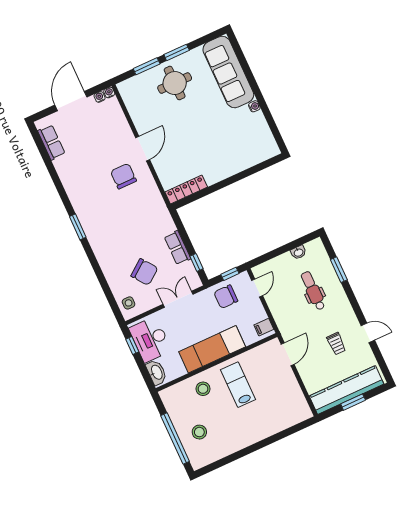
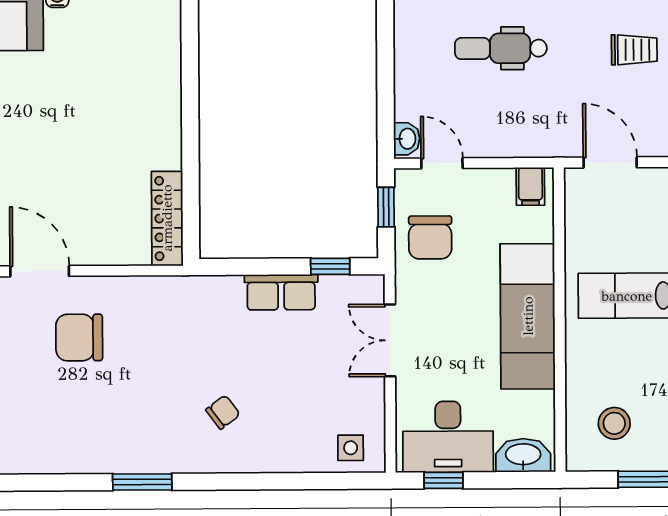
washbasin: (298, 252) -> (407, 139), moved
chair: (144, 272) -> (223, 412), moved, width x0.54, depth x0.54
stool: (203, 389) -> (614, 423), moved

